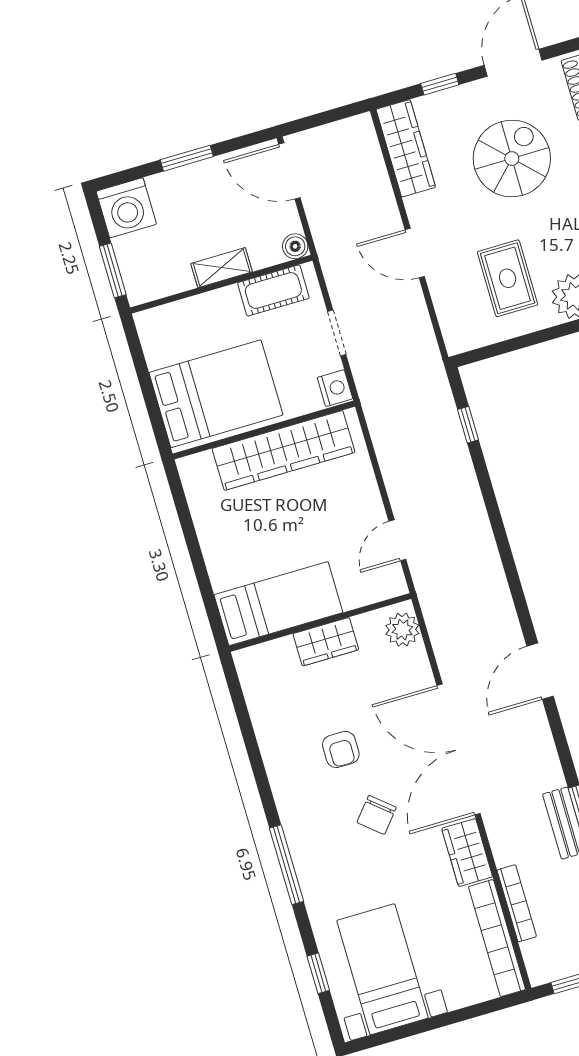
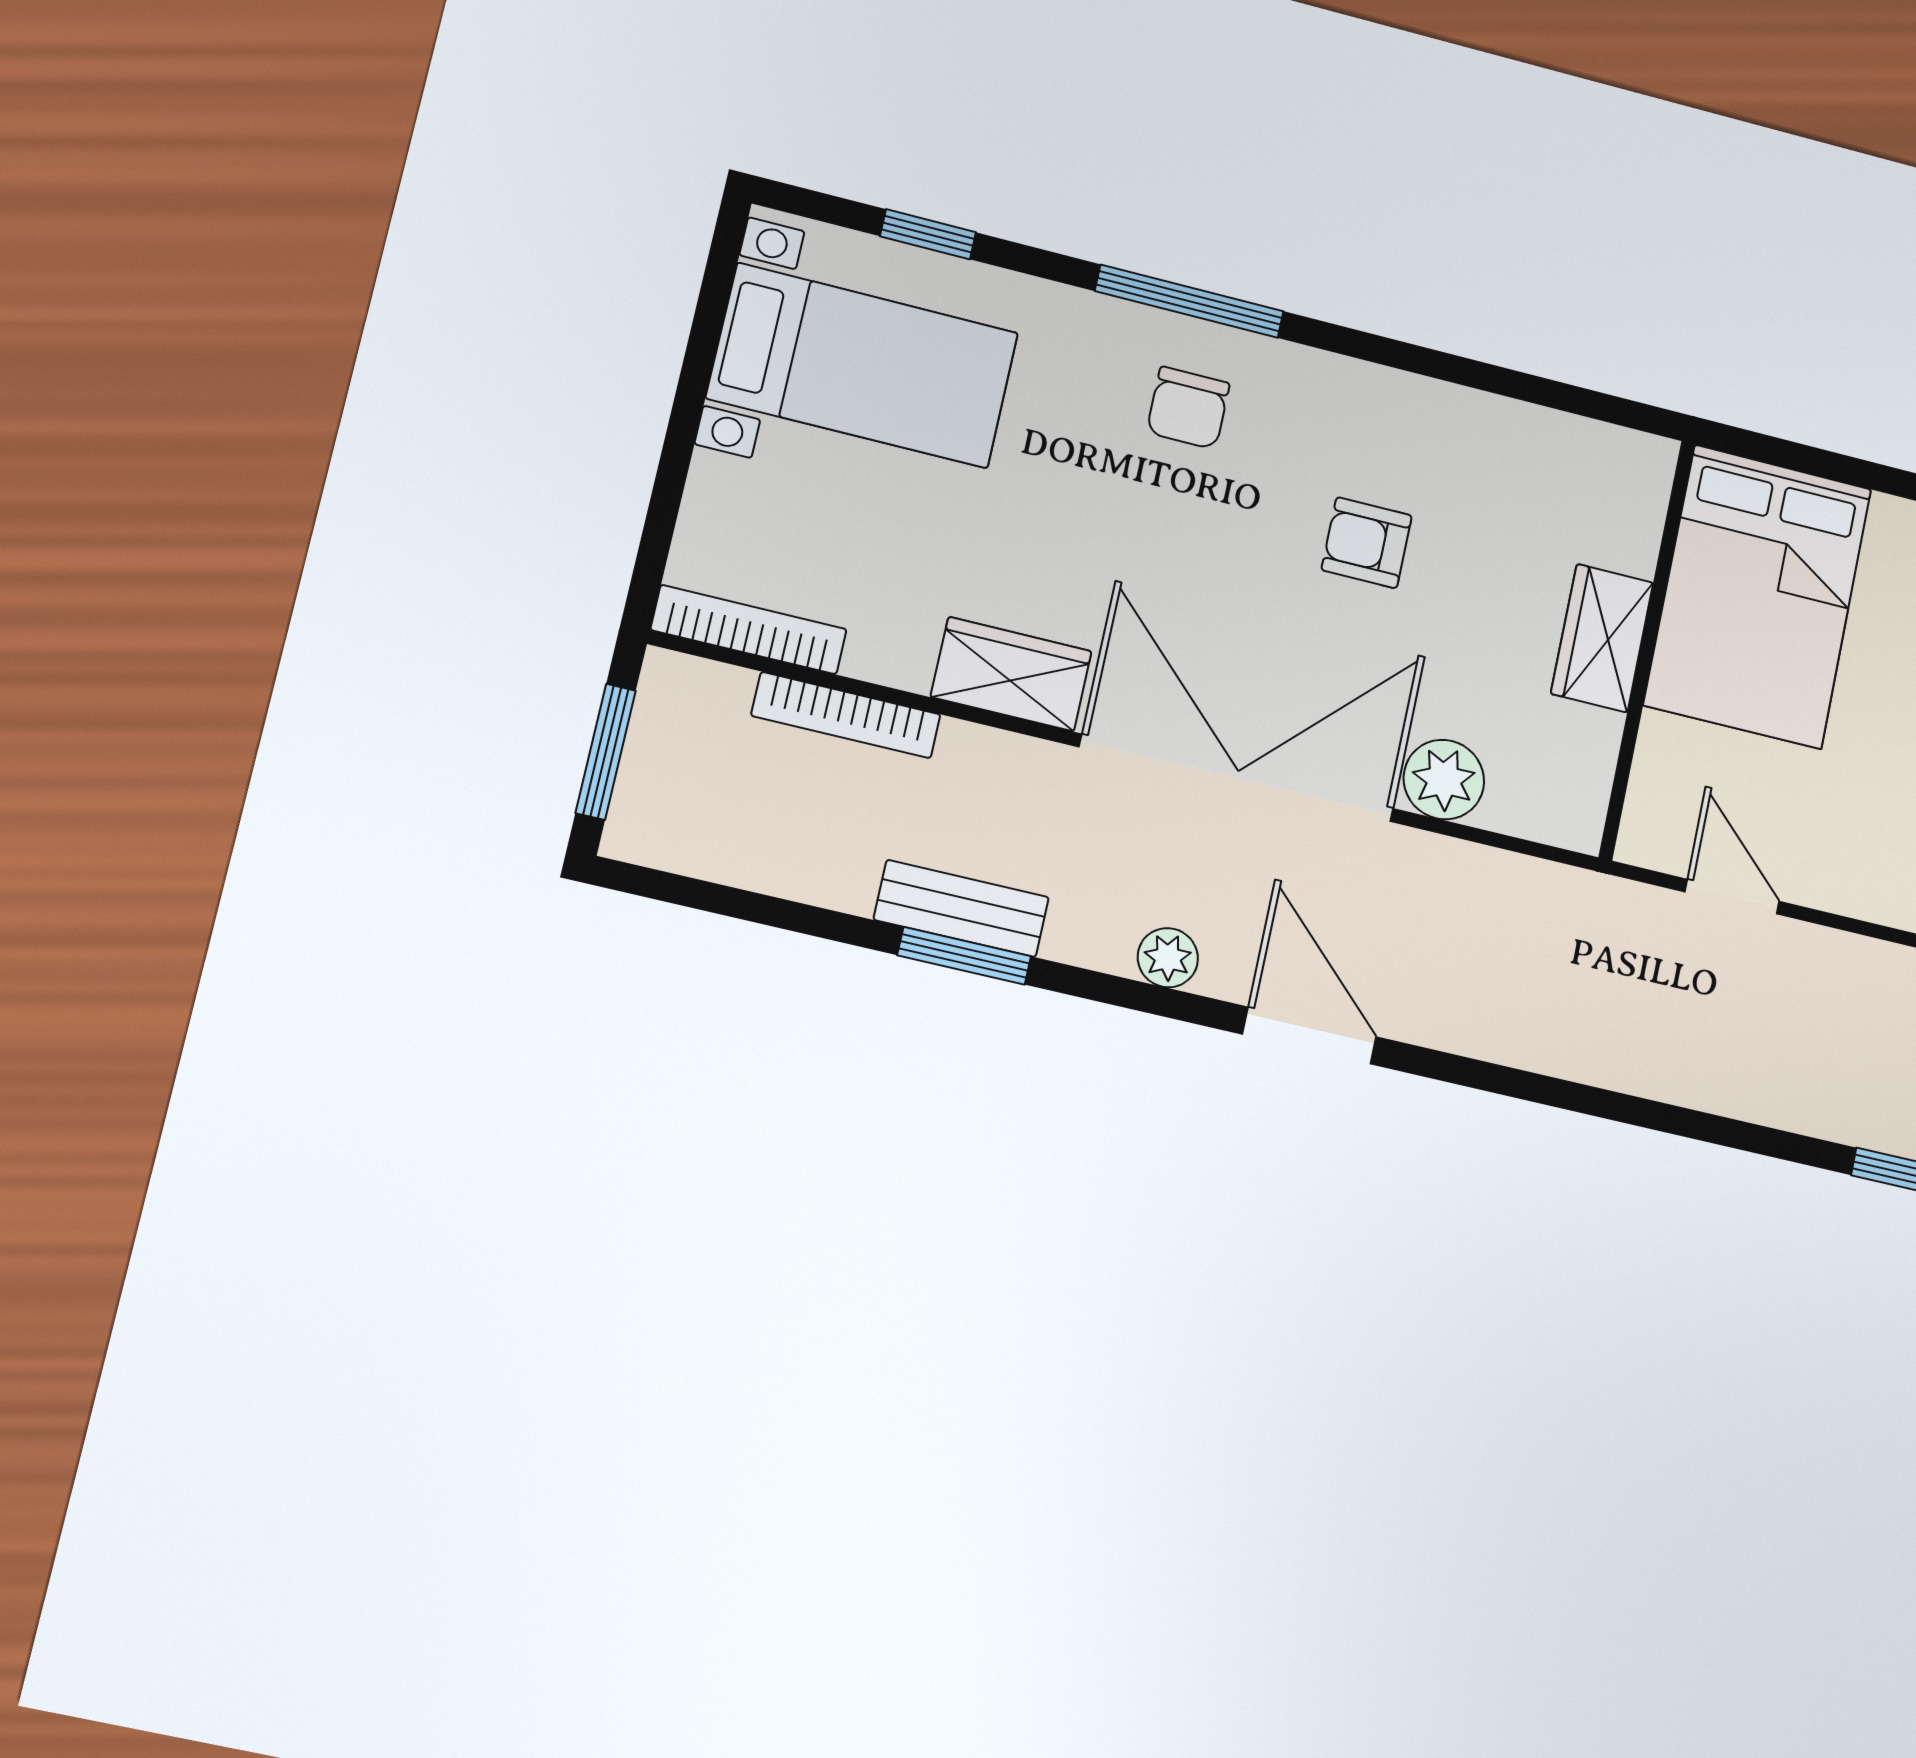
bed: (278, 604) -> (1758, 597), width x1.50
plant: (402, 630) -> (1444, 780), moved
plant: (540, 739) -> (1168, 958), added
chair: (377, 815) -> (1188, 408), moved, turned -130
bookcase: (497, 938) -> (749, 630), width x0.68, depth x0.76

